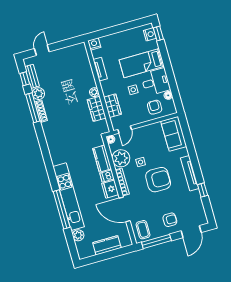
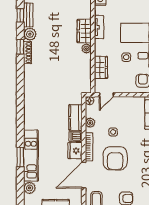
window: (33, 108) -> (20, 47), width x0.46
wardrobe: (97, 109) -> (84, 31), moved
plant: (121, 158) -> (90, 123), width x0.53, depth x0.53
armchair: (158, 180) -> (115, 158), moved, turned 90
kitchen unit: (69, 197) -> (31, 156), width x0.73
window: (62, 209) -> (20, 157), width x0.47
door: (125, 209) -> (84, 175), hinge flipped

